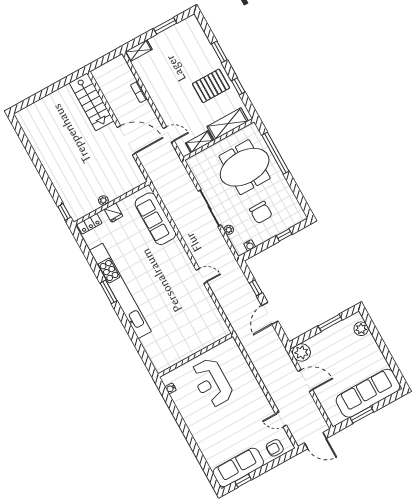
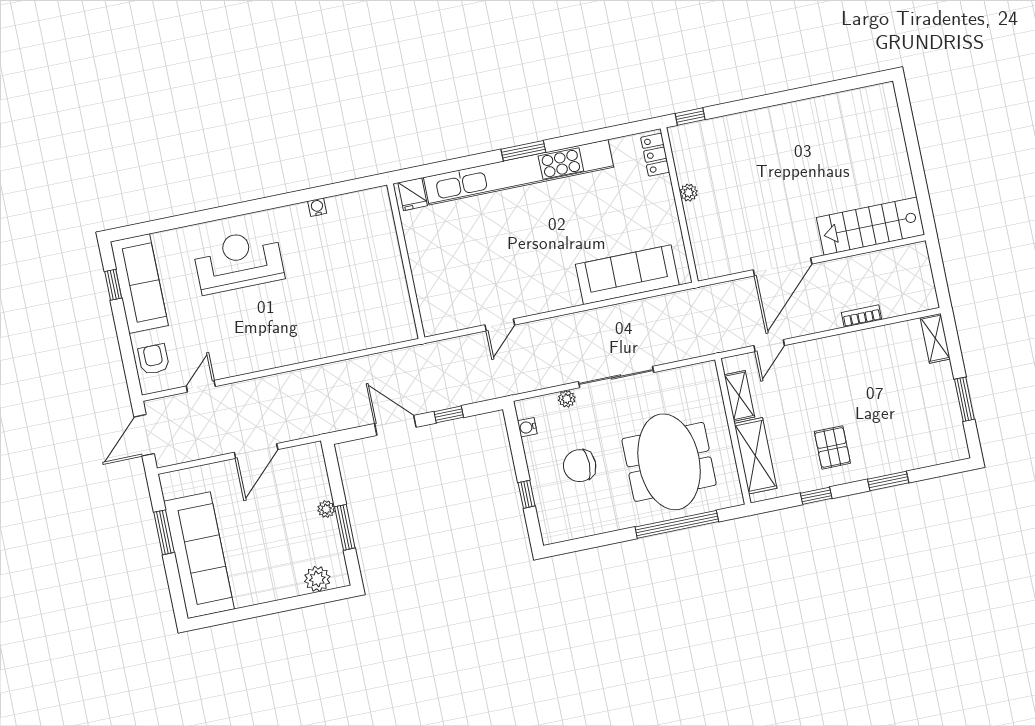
pallet: (211, 86) -> (832, 447), width x0.67, depth x0.71
fridge: (114, 213) -> (413, 194), moved, turned -90
plant: (301, 352) -> (326, 509), moved, width x0.53, depth x0.53
wall: (195, 355) -> (406, 261), moved
reception desk: (212, 383) -> (239, 261), moved

